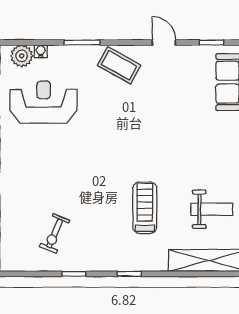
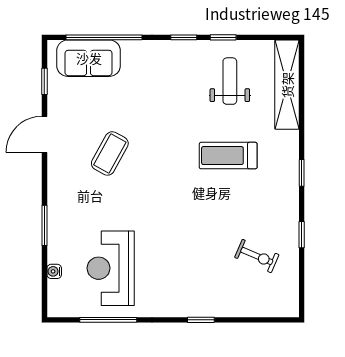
door: (164, 43) -> (44, 134), width x1.38
plant: (22, 56) -> (59, 293), removed
coffee table: (119, 65) -> (110, 153), moved

